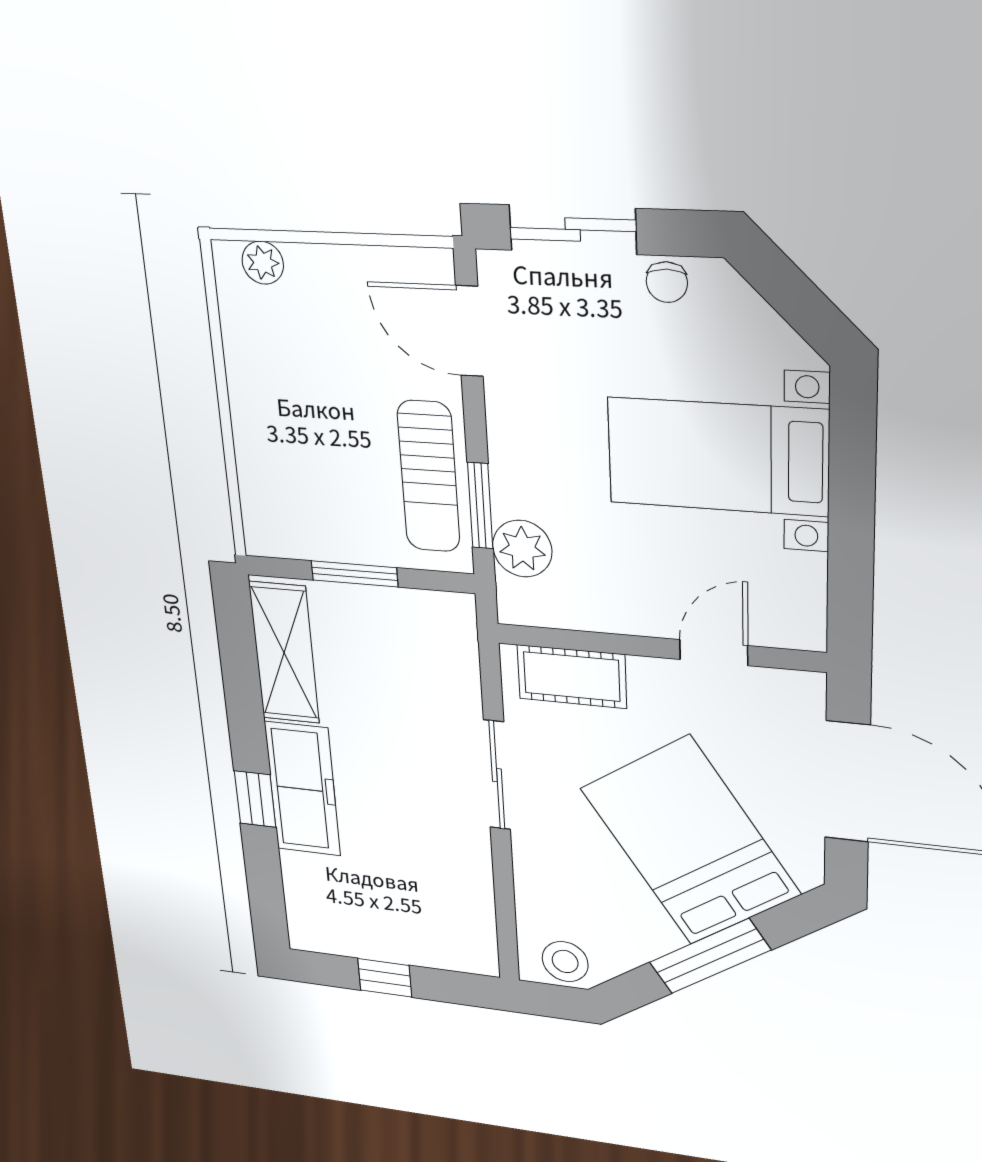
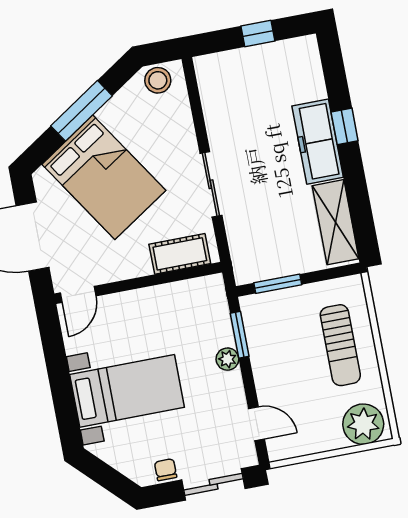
plant: (263, 263) -> (363, 424), width x1.88, depth x1.88
door: (469, 331) -> (257, 424), width x0.73
sun lounger: (429, 477) -> (340, 345), moved, turned 180
plant: (522, 549) -> (227, 359), moved, width x0.73, depth x0.73
window: (354, 574) -> (278, 284), moved
door: (714, 653) -> (78, 294), moved

